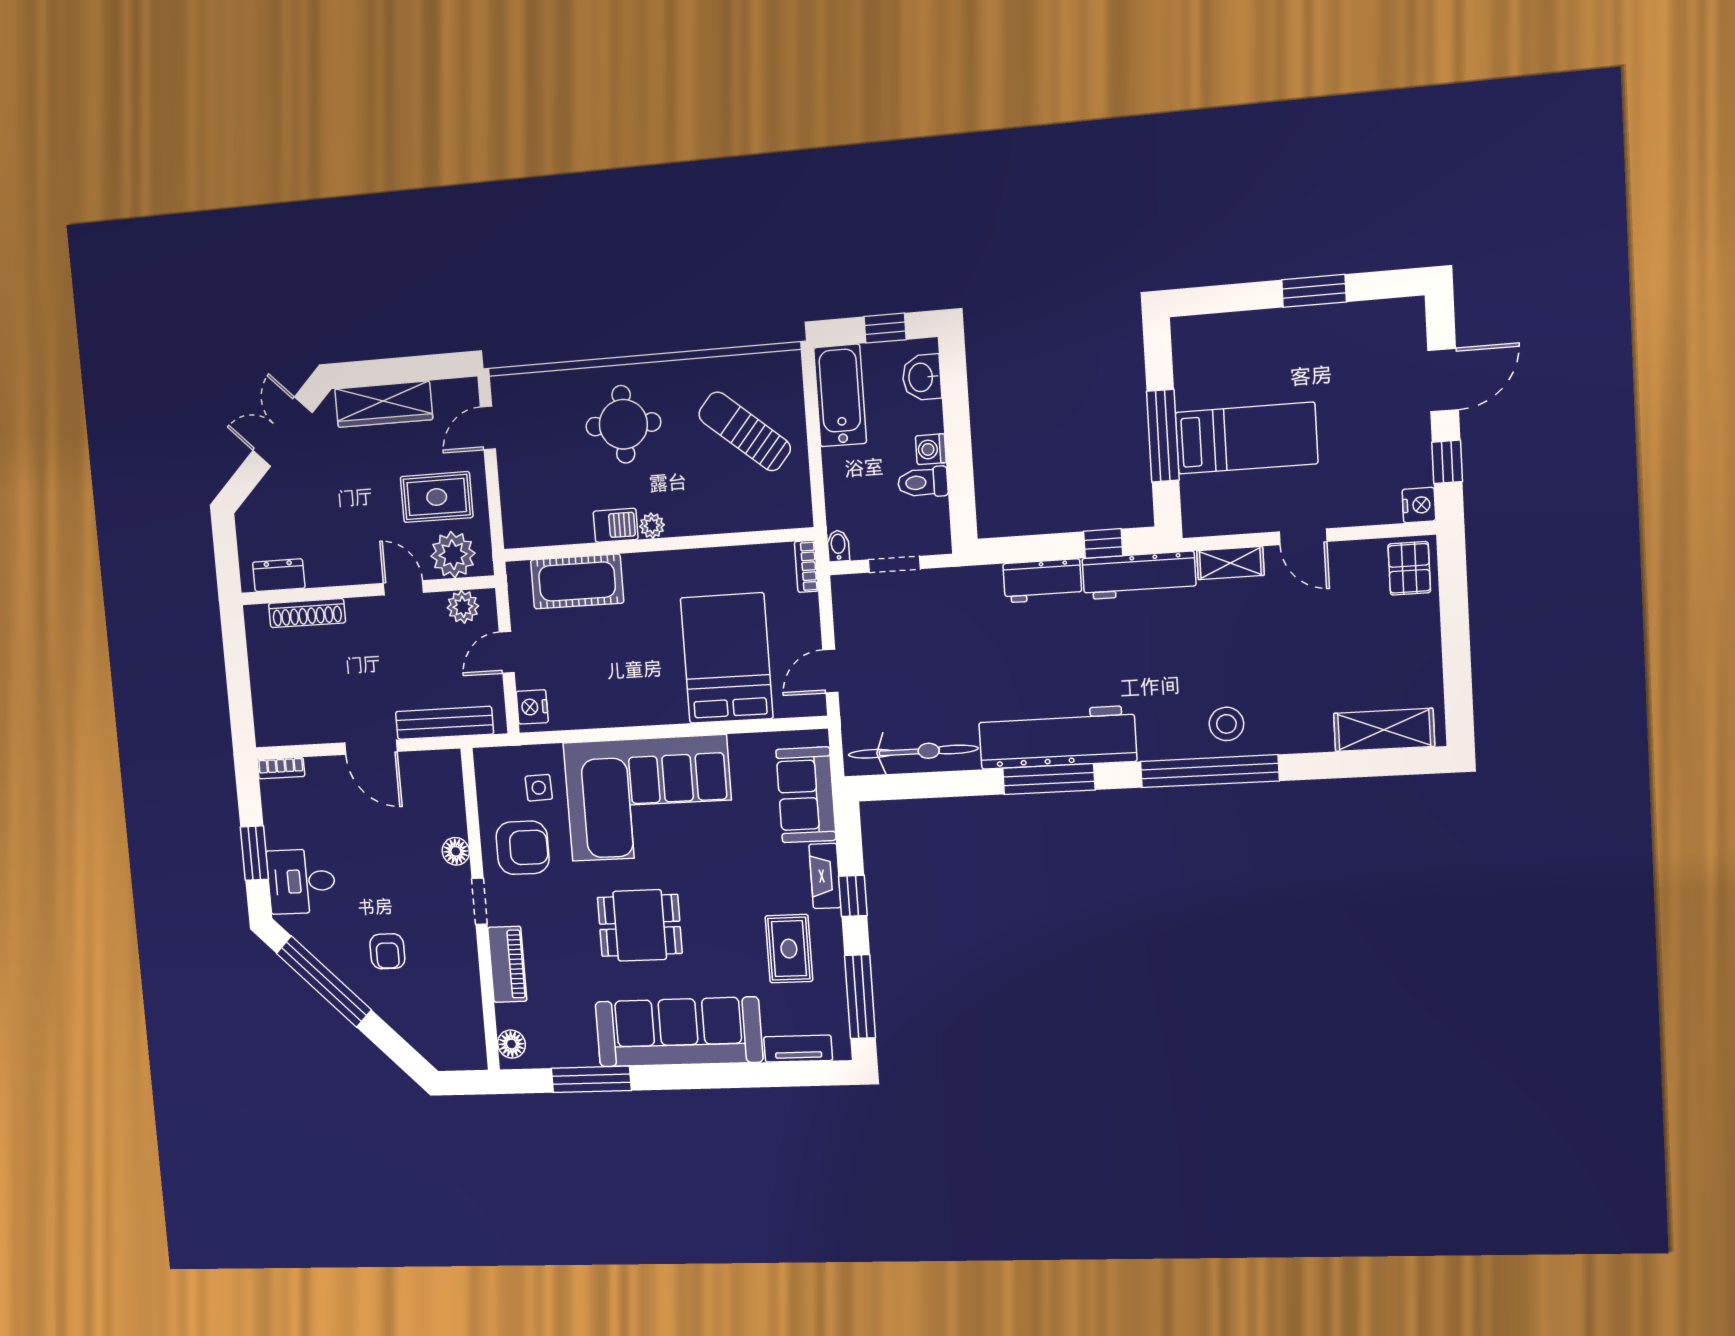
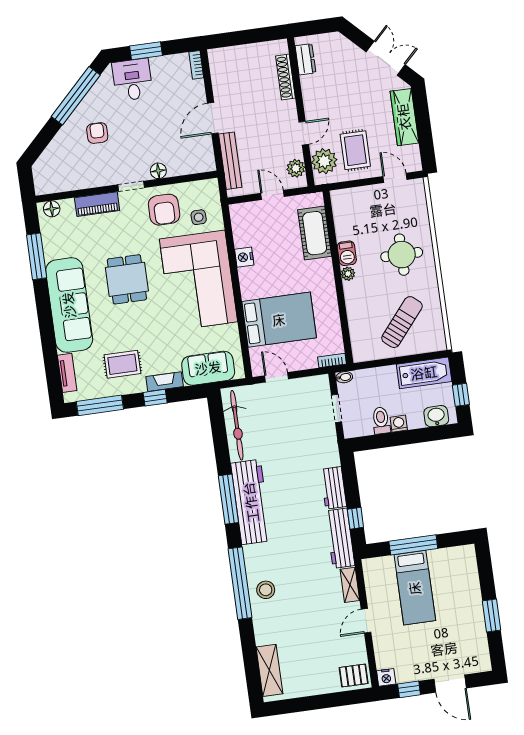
nightstand: (532, 707) -> (244, 257), moved, turned -90
armchair: (387, 951) -> (97, 133), turned 90

